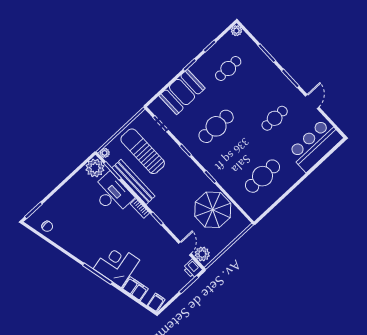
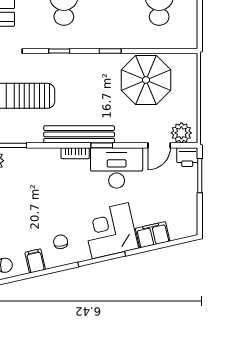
bench: (133, 182) -> (79, 134), moved
desk: (112, 194) -> (117, 168), moved
chair: (87, 244) -> (61, 242), added
door: (185, 248) -> (159, 145), swing flipped
filing cabinet: (156, 302) -> (35, 261), moved

